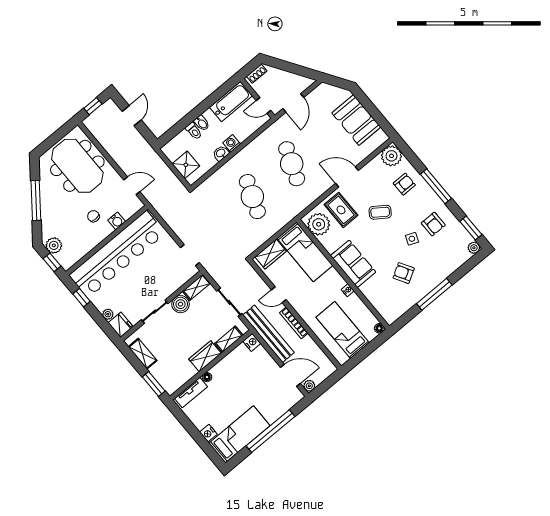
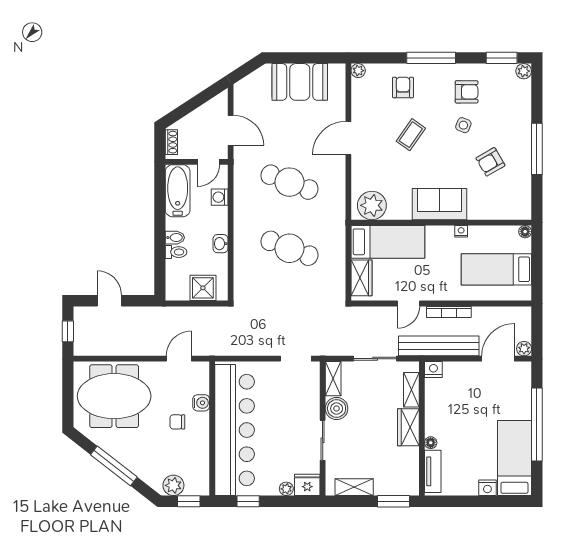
washing machine: (232, 143) -> (220, 197), moved
plant: (391, 156) -> (358, 71), width x0.53, depth x0.53
rug: (341, 210) -> (376, 172), removed

